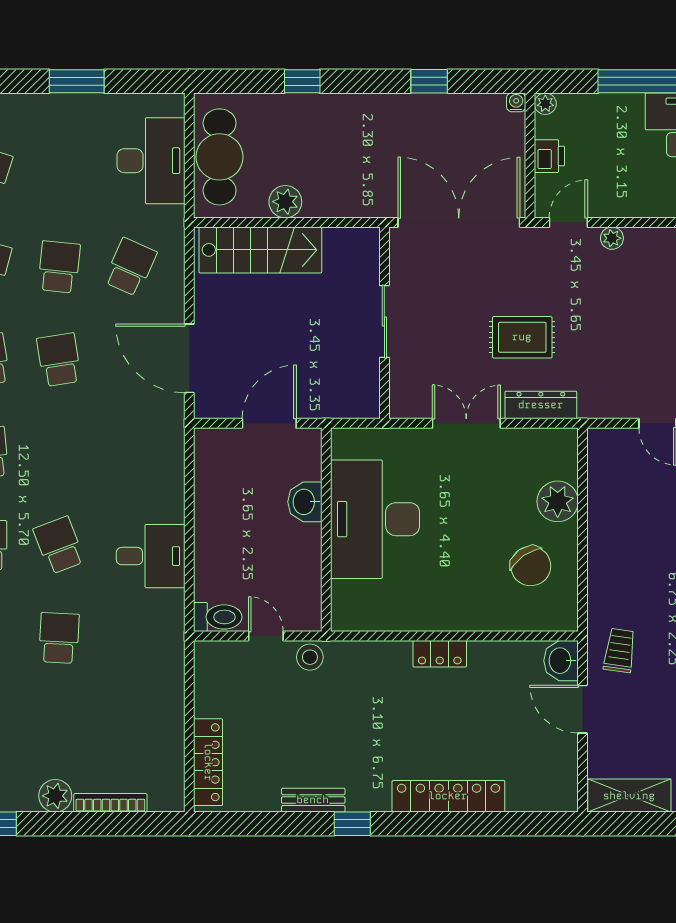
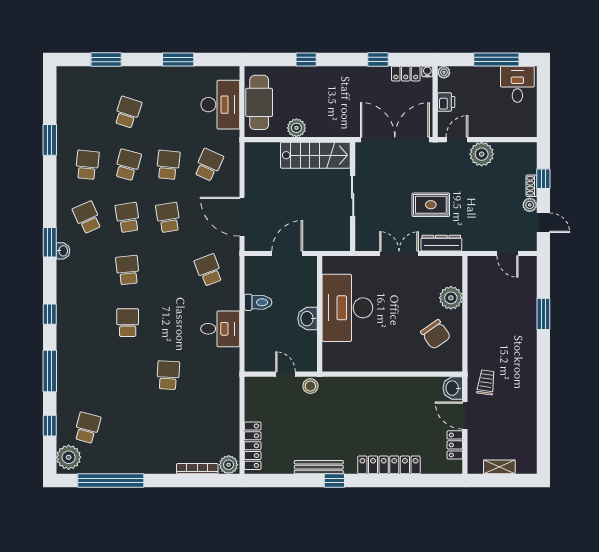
locker: (478, 106) -> (406, 74), added
plant: (612, 238) -> (482, 154), width x1.87, depth x1.87
stairs: (260, 250) -> (315, 155), moved
washbasin: (305, 502) -> (308, 319), moved
school desk: (59, 545) -> (209, 270), moved
toilet: (218, 617) -> (258, 302), moved
locker: (440, 654) -> (455, 445), moved, turned 90
plant: (55, 796) -> (229, 465), moved
shelving: (629, 796) -> (499, 467), width x0.67, depth x0.75
bench: (313, 800) -> (319, 467), width x1.36

